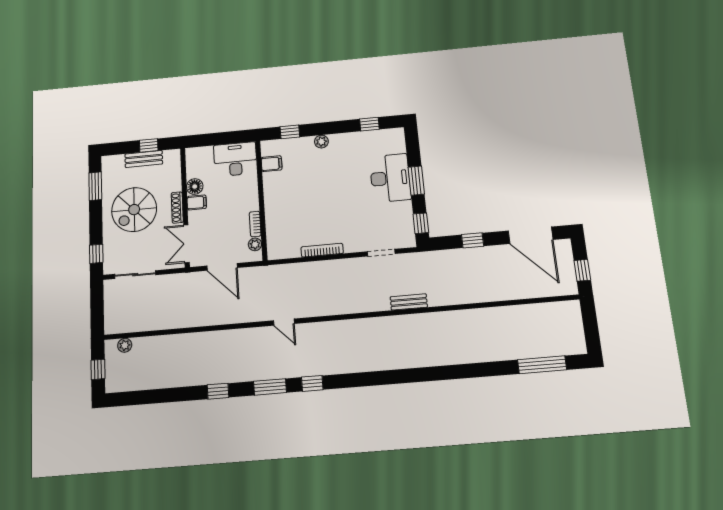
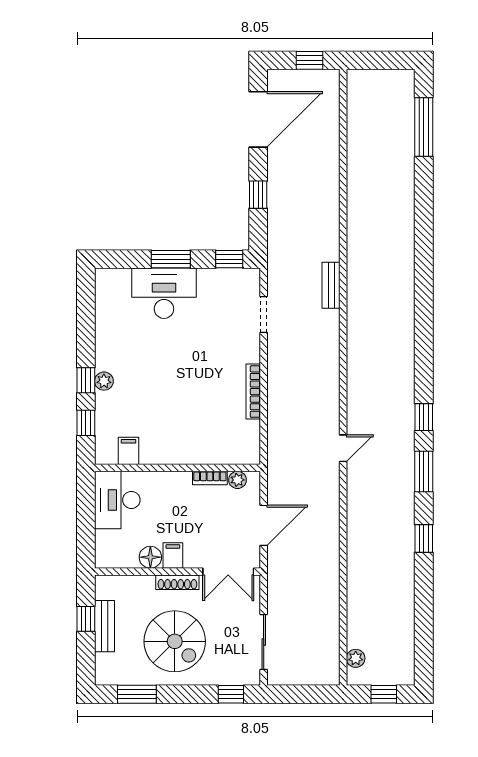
window: (369, 124) -> (86, 380), moved

